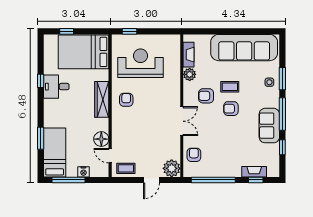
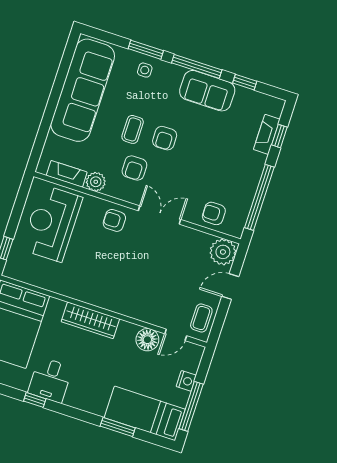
reception desk: (141, 63) -> (52, 223), moved
armchair: (126, 100) -> (114, 220), moved
door: (152, 180) -> (230, 286), swing flipped

